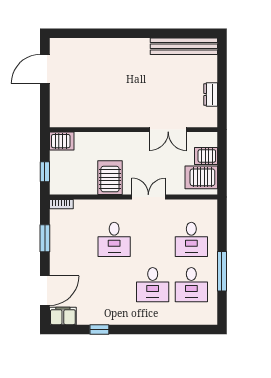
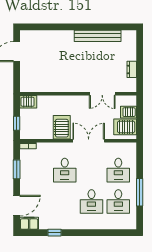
bench: (184, 46) -> (98, 36), moved
double door: (148, 197) -> (89, 141), width x1.37

